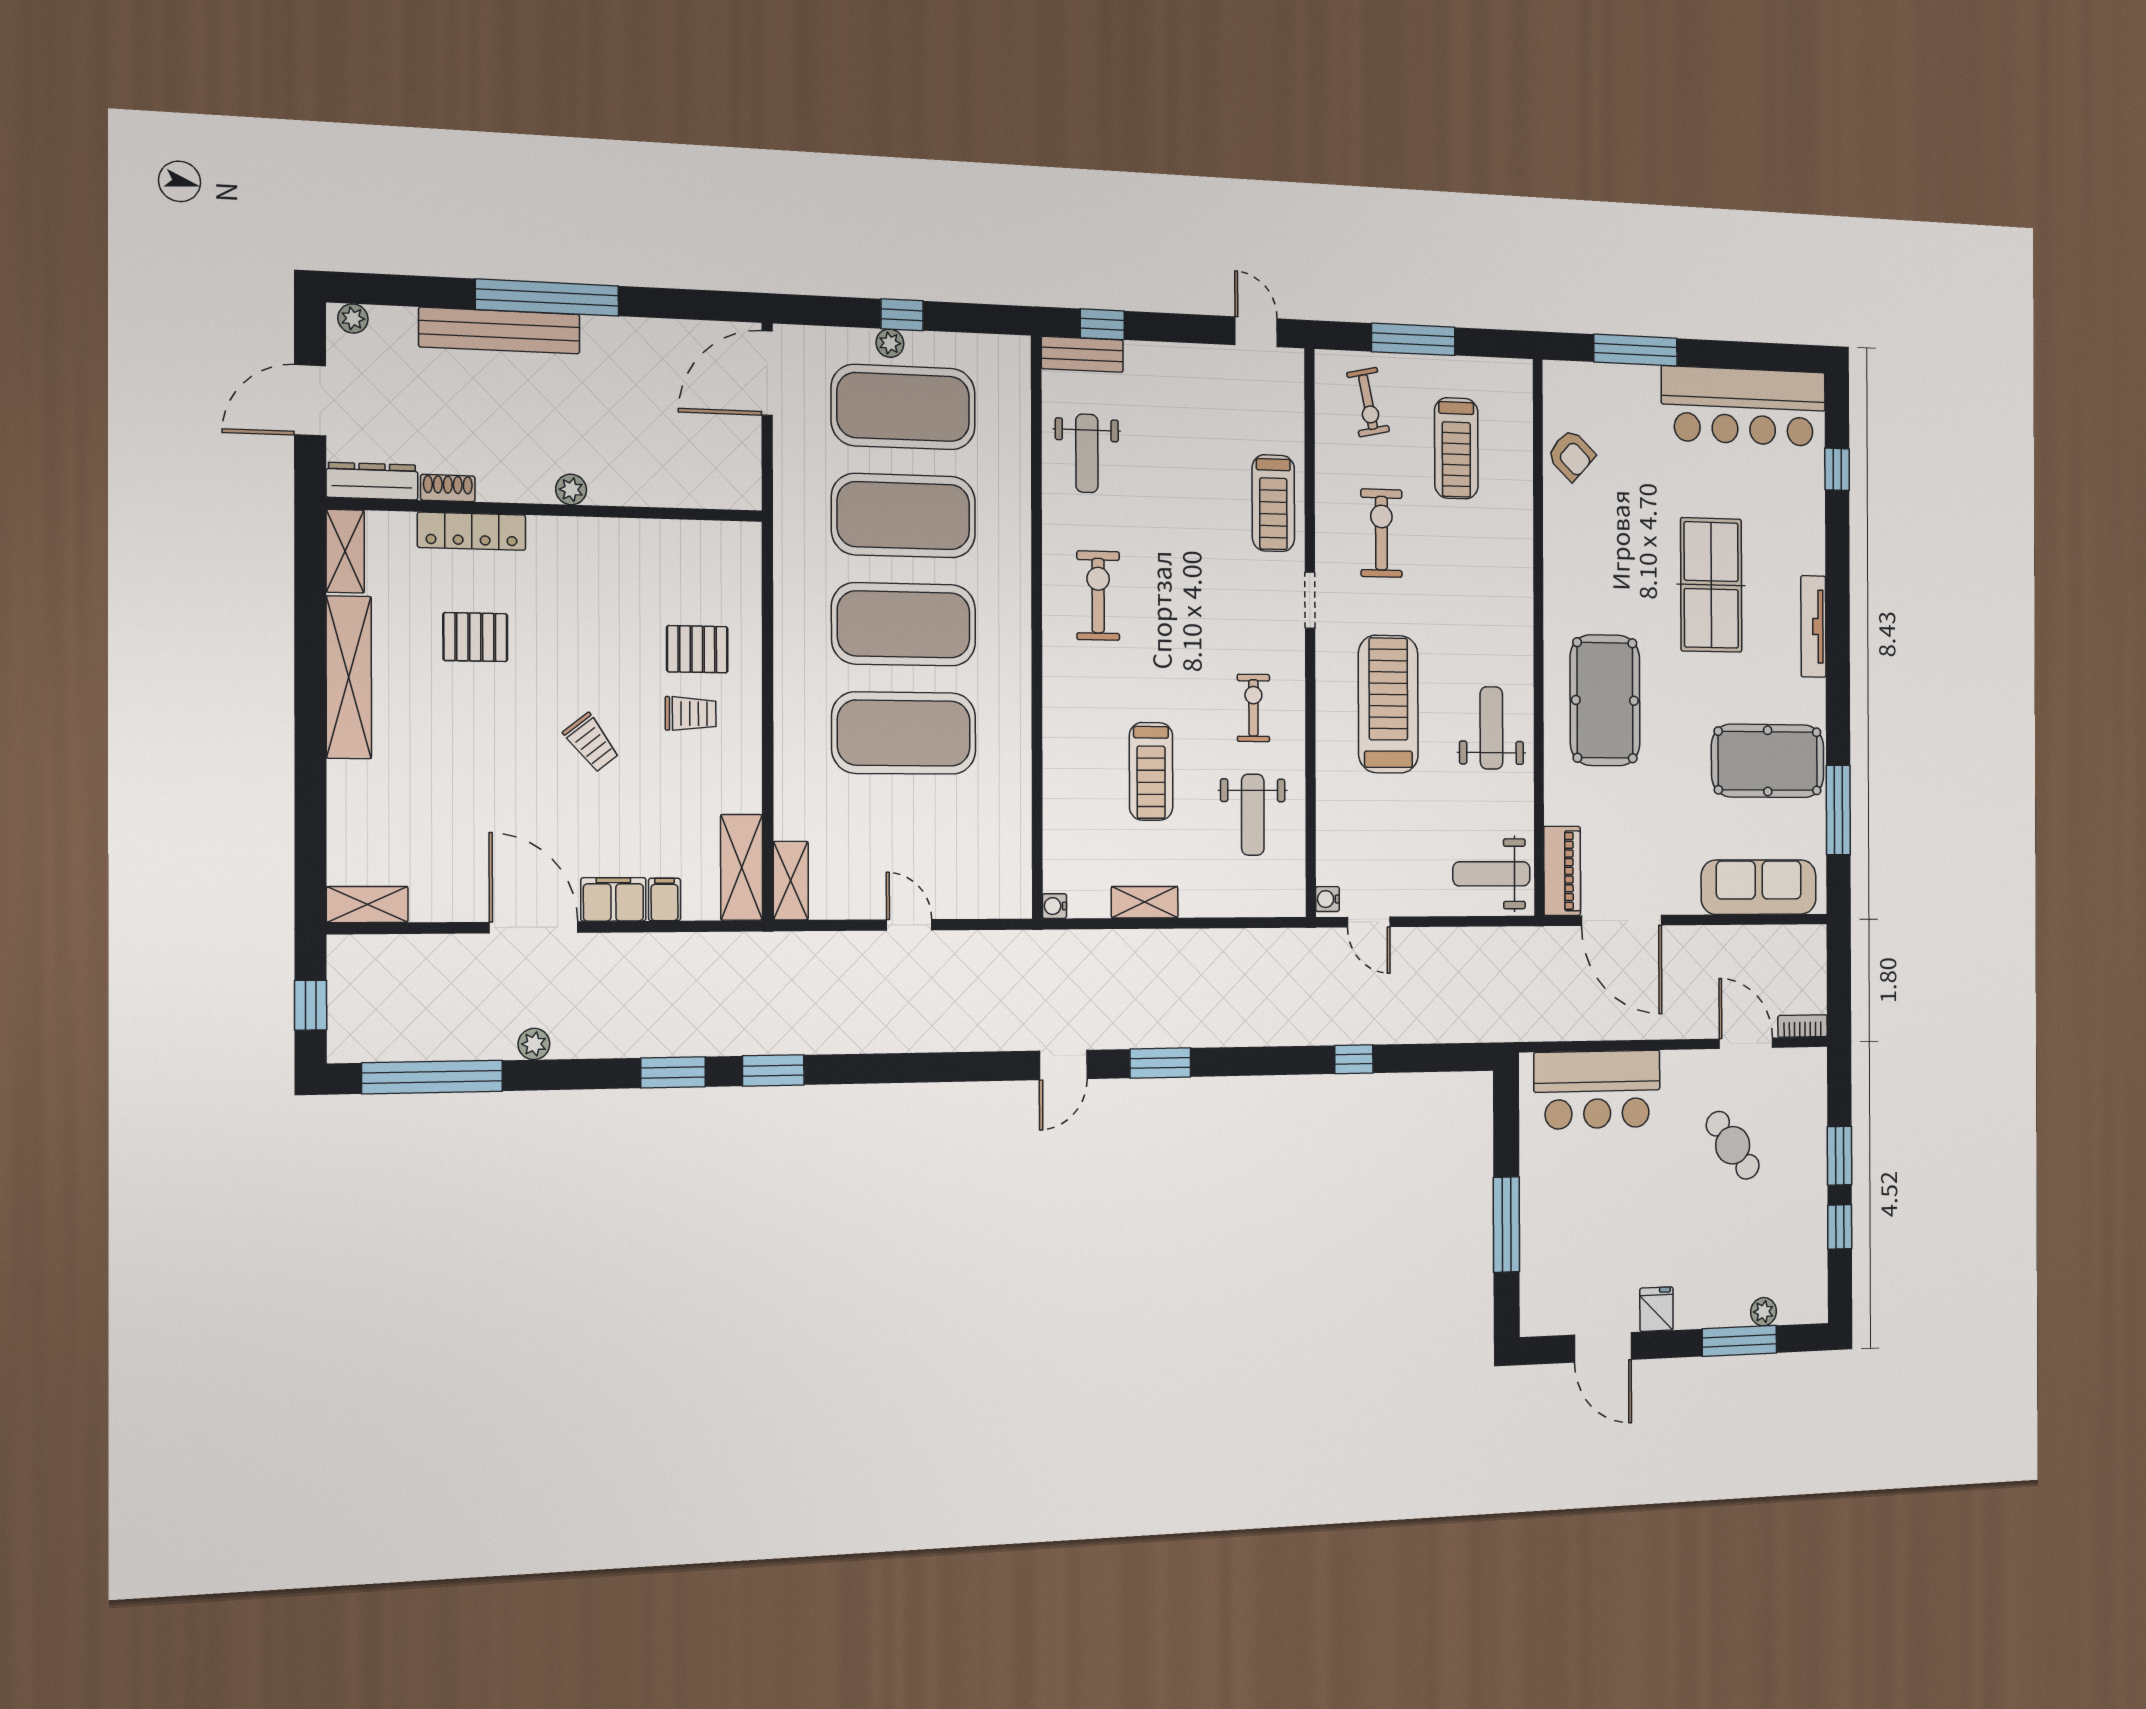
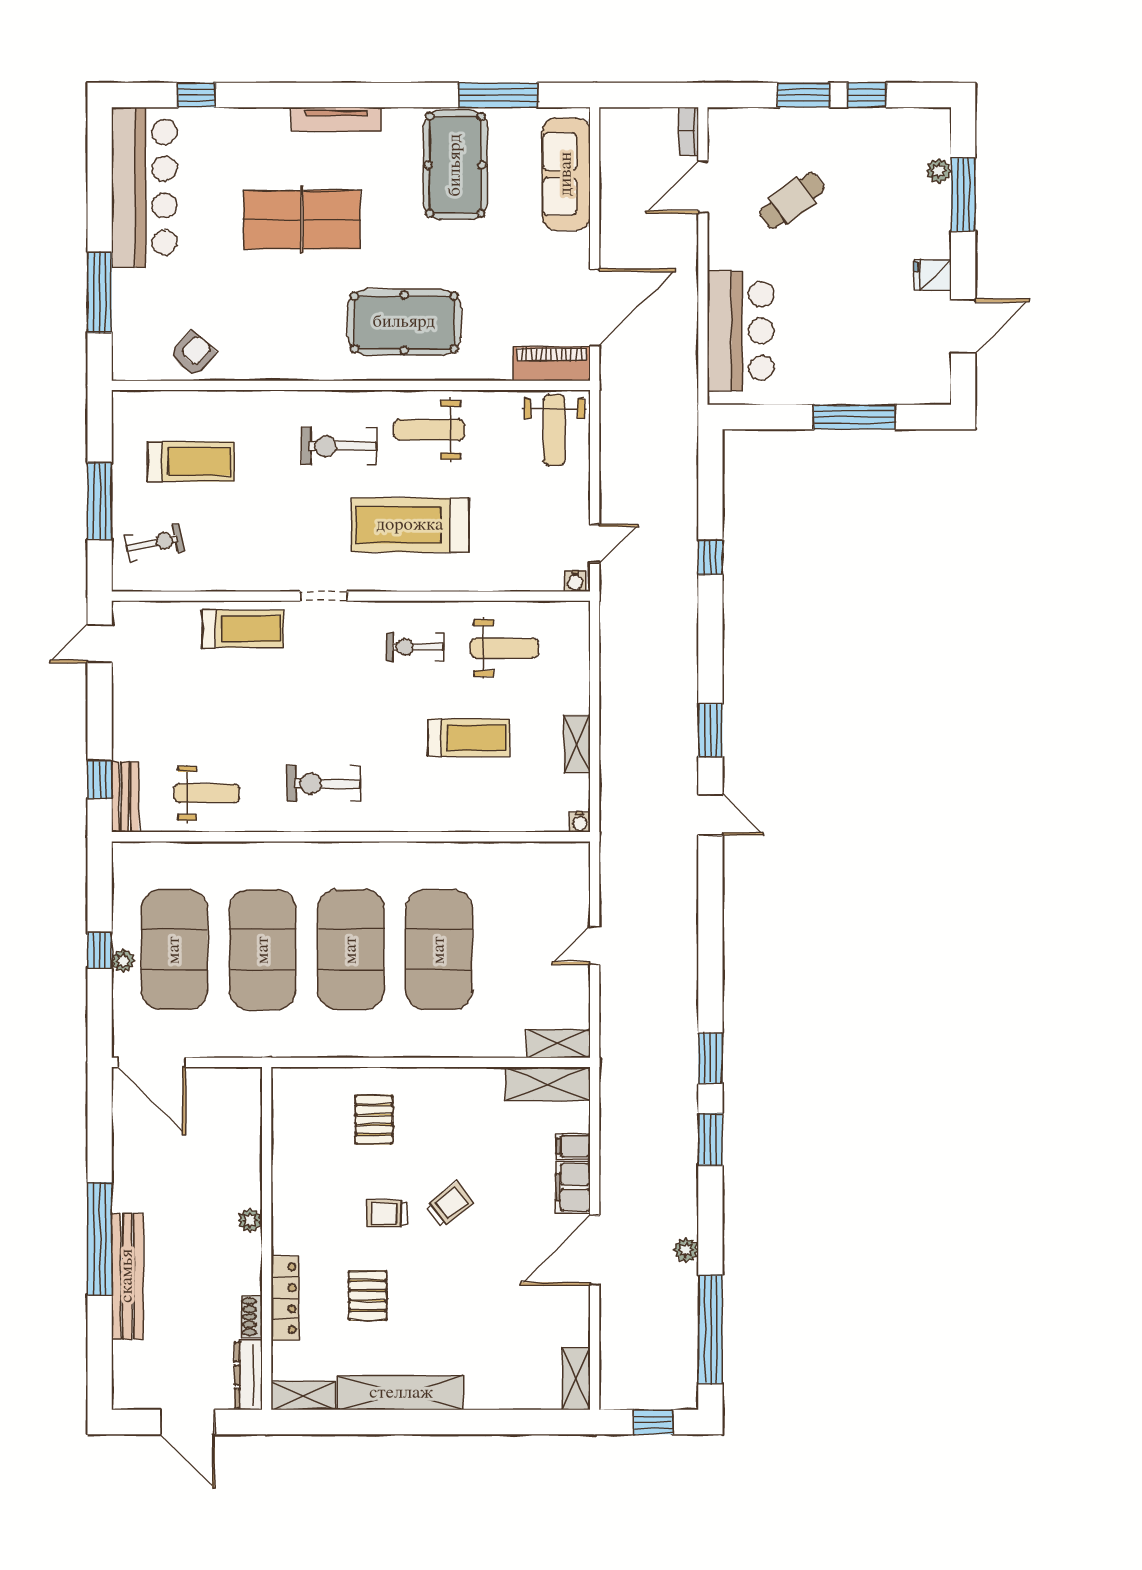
plant: (353, 319) -> (123, 1389), removed
exercise bike: (1381, 533) -> (339, 446), moved
trolley: (691, 714) -> (387, 1213), moved, turned -90

